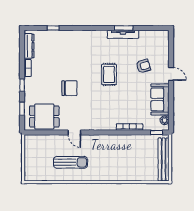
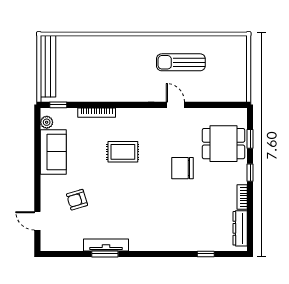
rug: (109, 74) -> (123, 152), moved, turned 90
door: (171, 74) -> (37, 221), moved
dining table: (44, 116) -> (224, 144), moved

